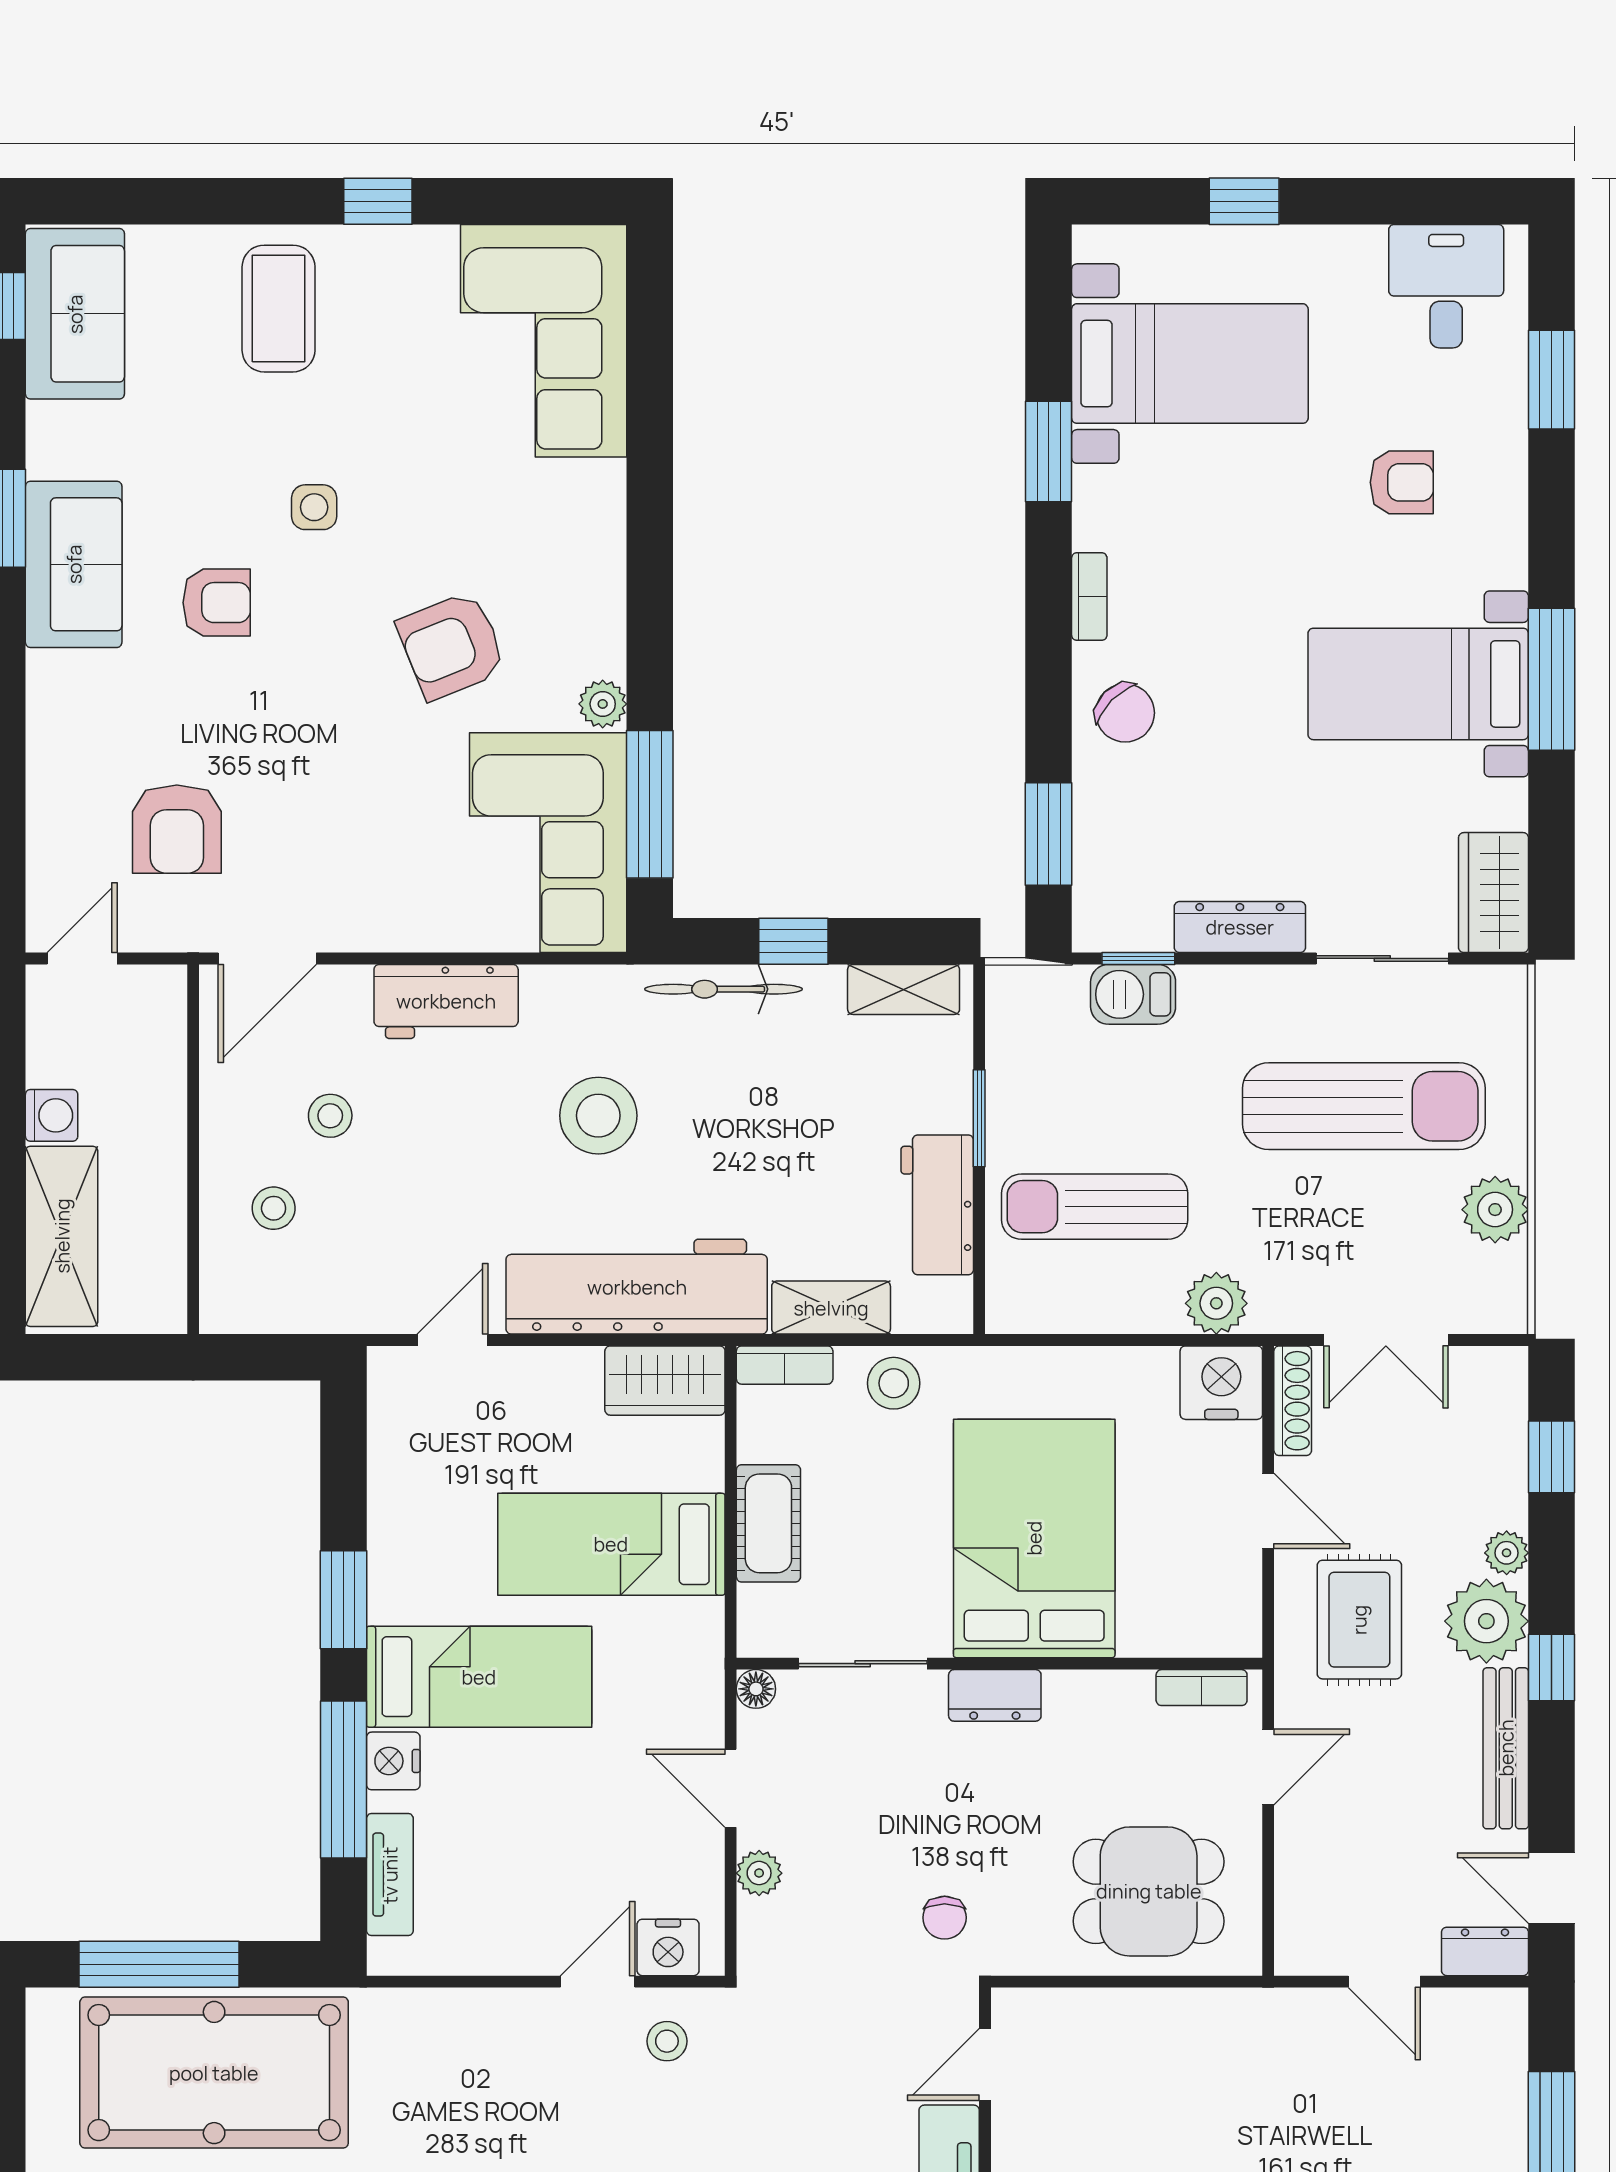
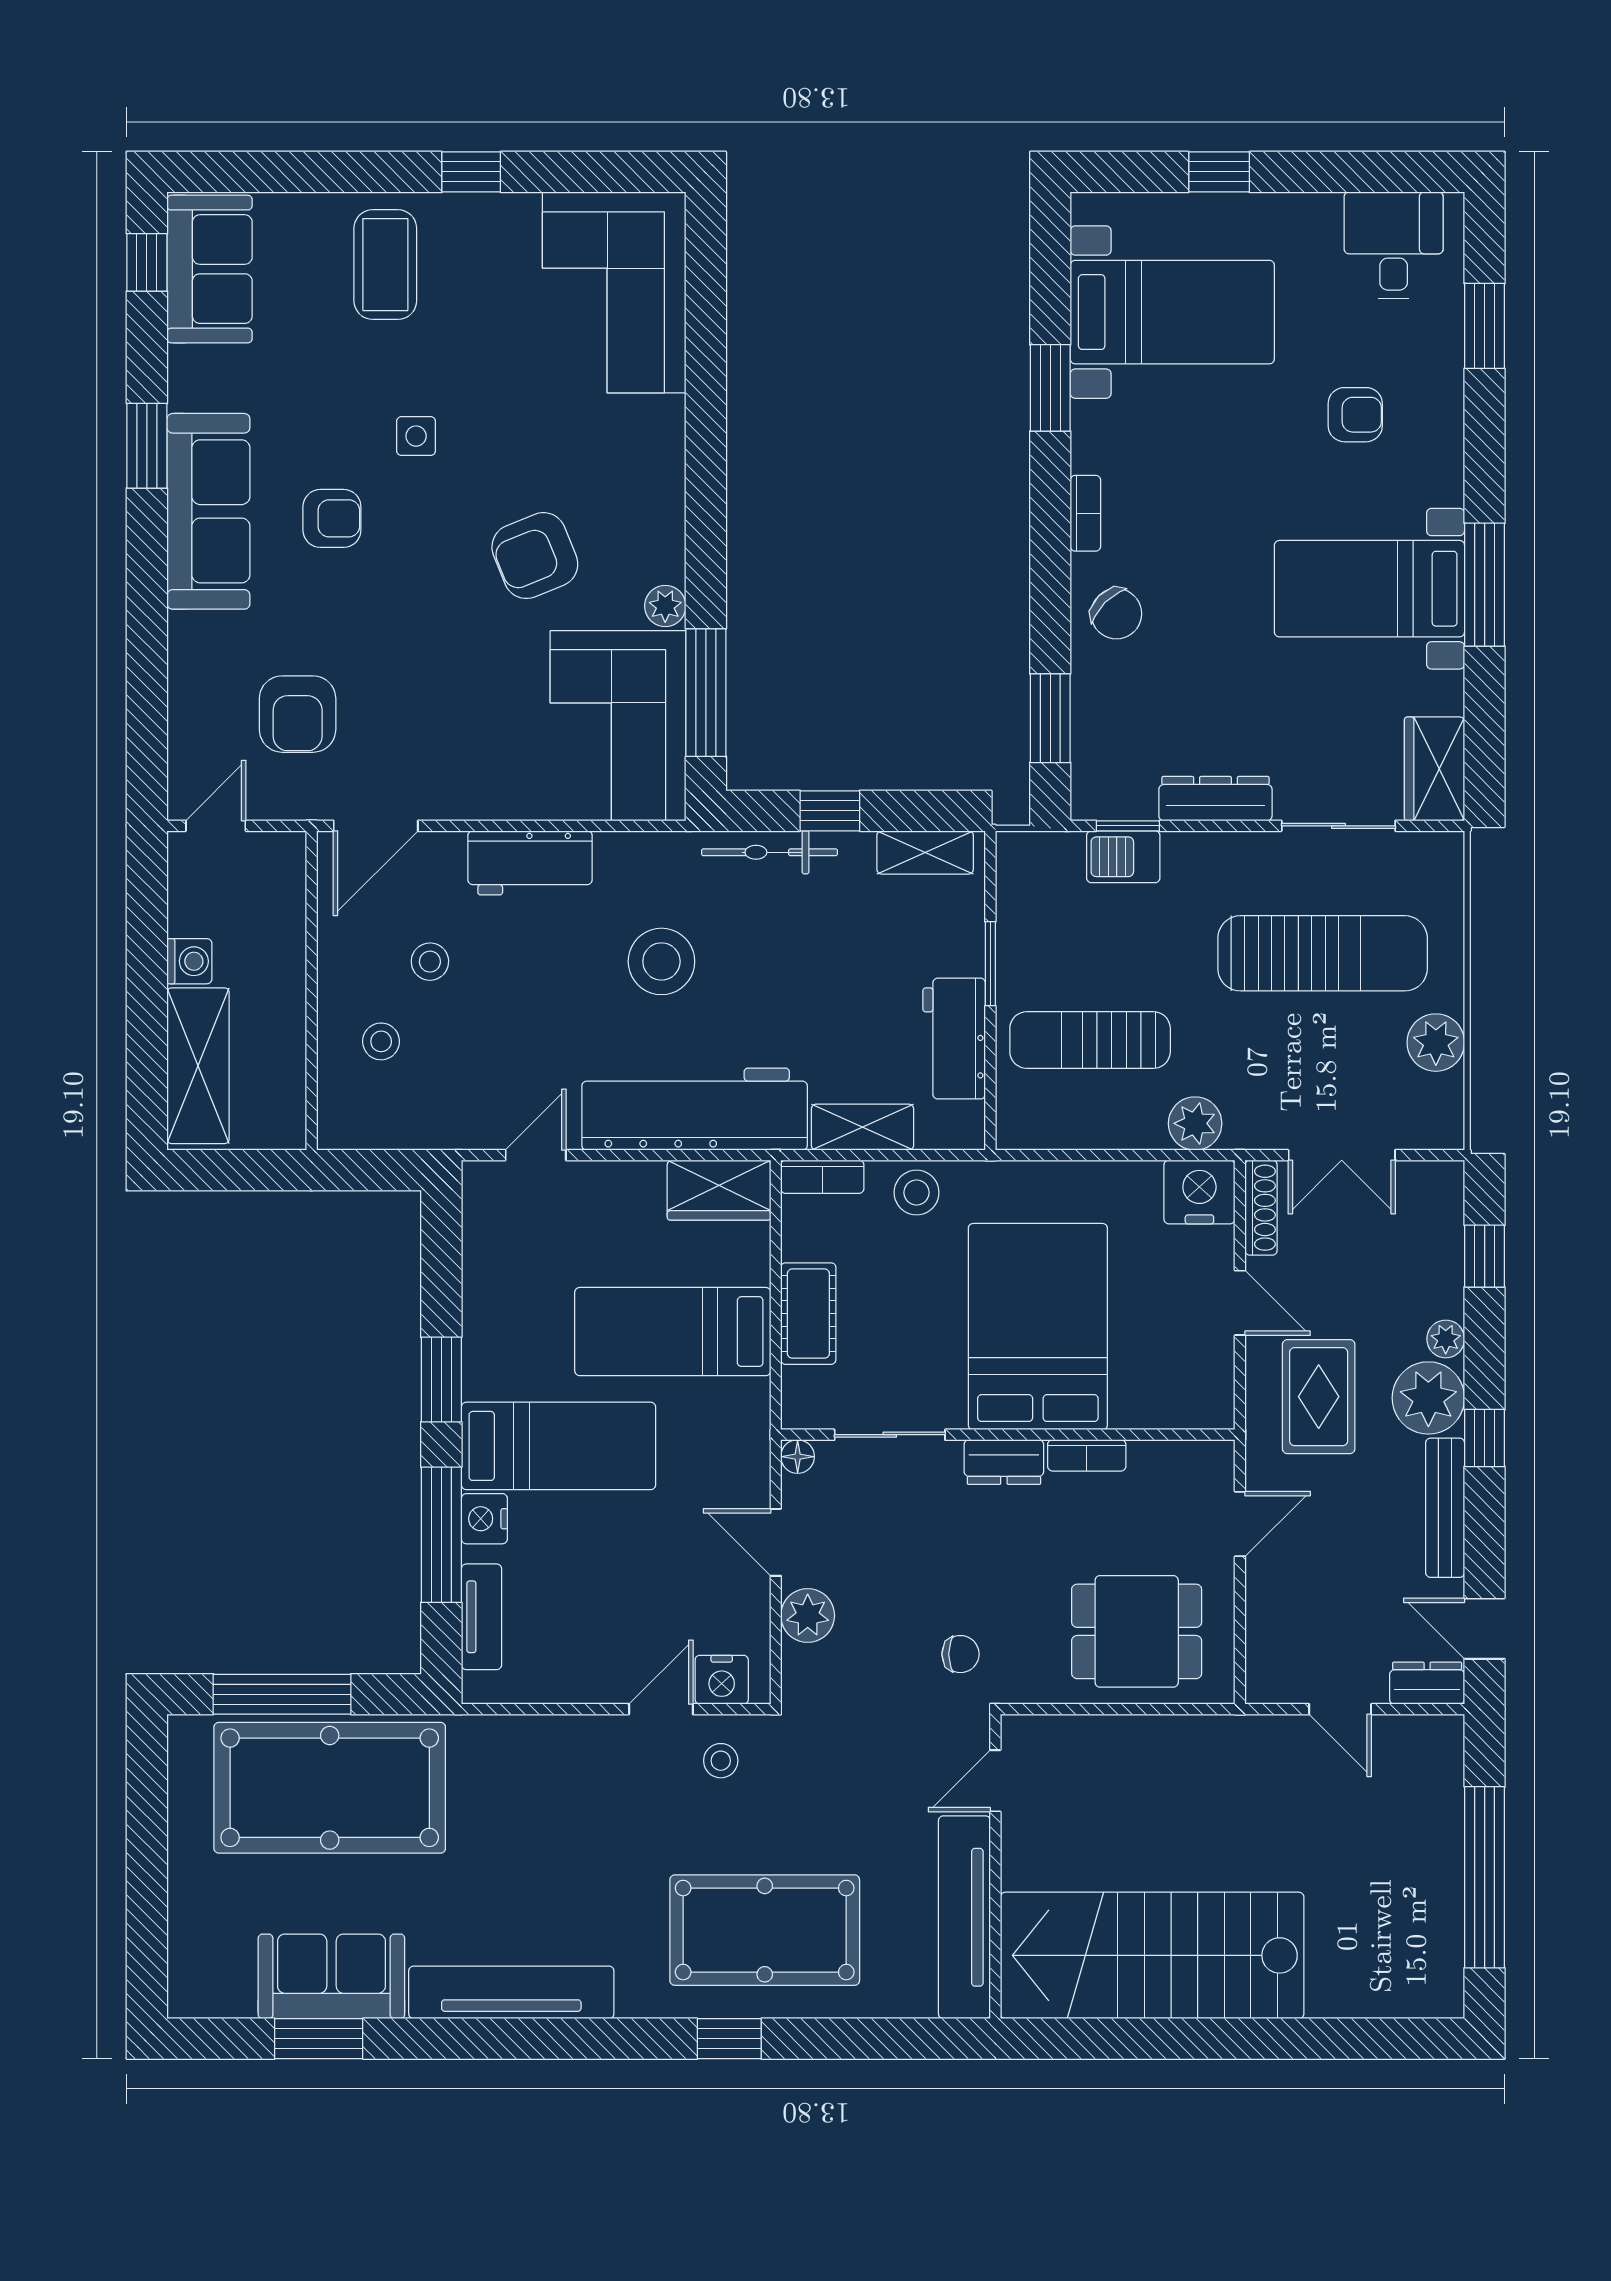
sofa: (74, 564) -> (208, 511), width x1.36
bookcase: (1202, 1688) -> (1087, 1455), moved
plant: (759, 1873) -> (808, 1615), width x1.38, depth x1.38
chair: (945, 1918) -> (960, 1654), turned -90

